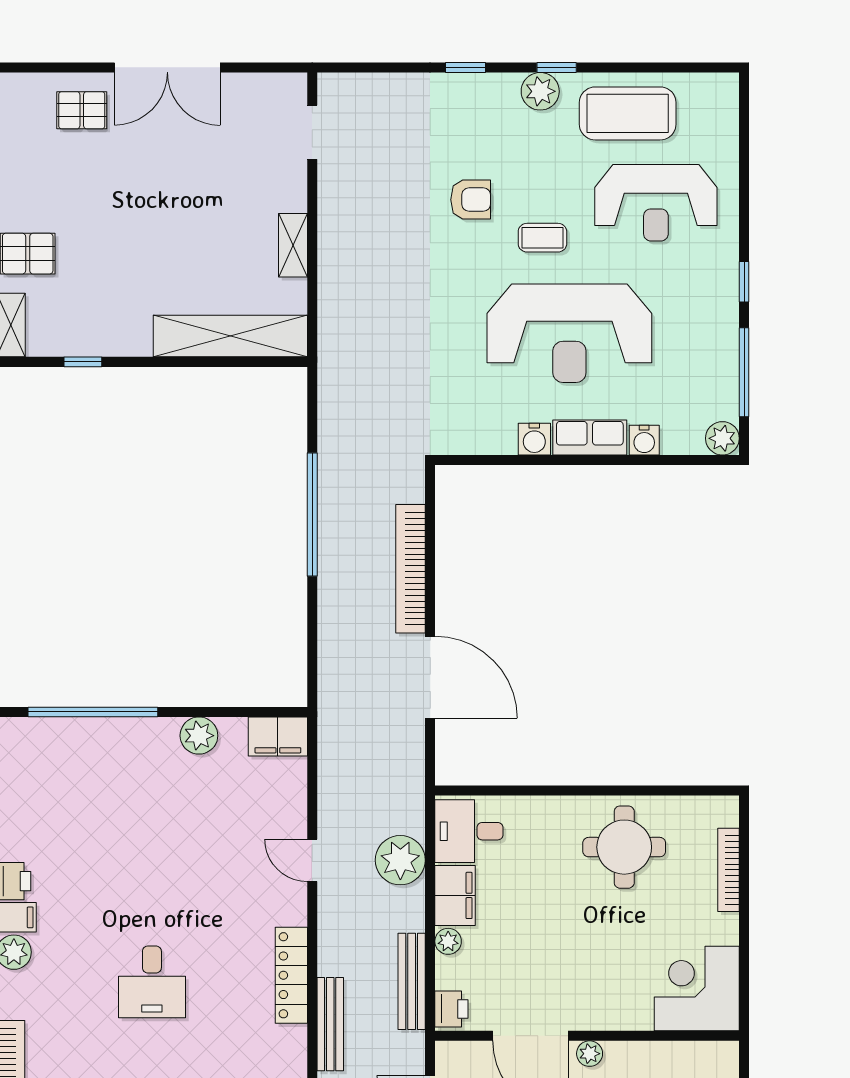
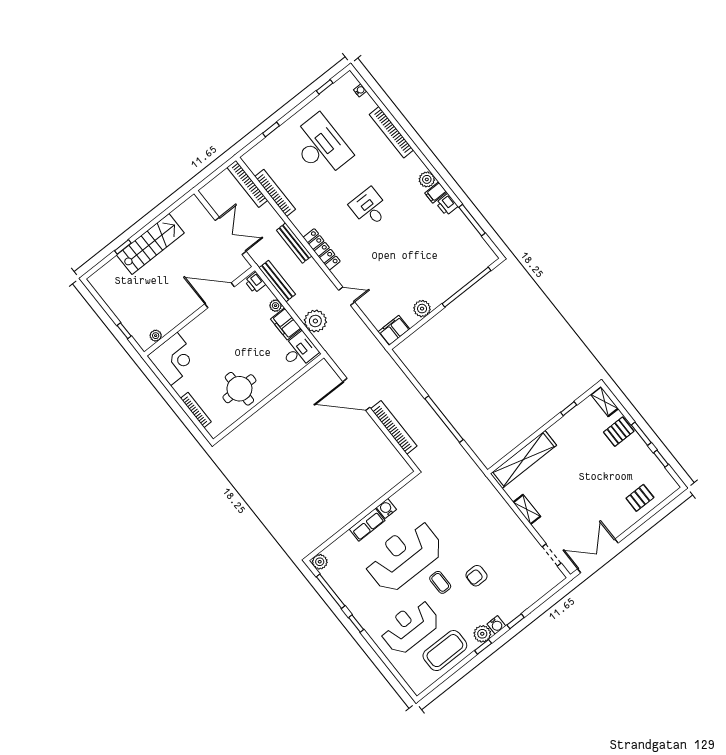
double door: (167, 67) -> (598, 556), moved
coffee table: (542, 238) -> (440, 582), turned 90
water cooler: (644, 440) -> (496, 625), moved, turned 180
plant: (590, 1054) -> (156, 336), moved

